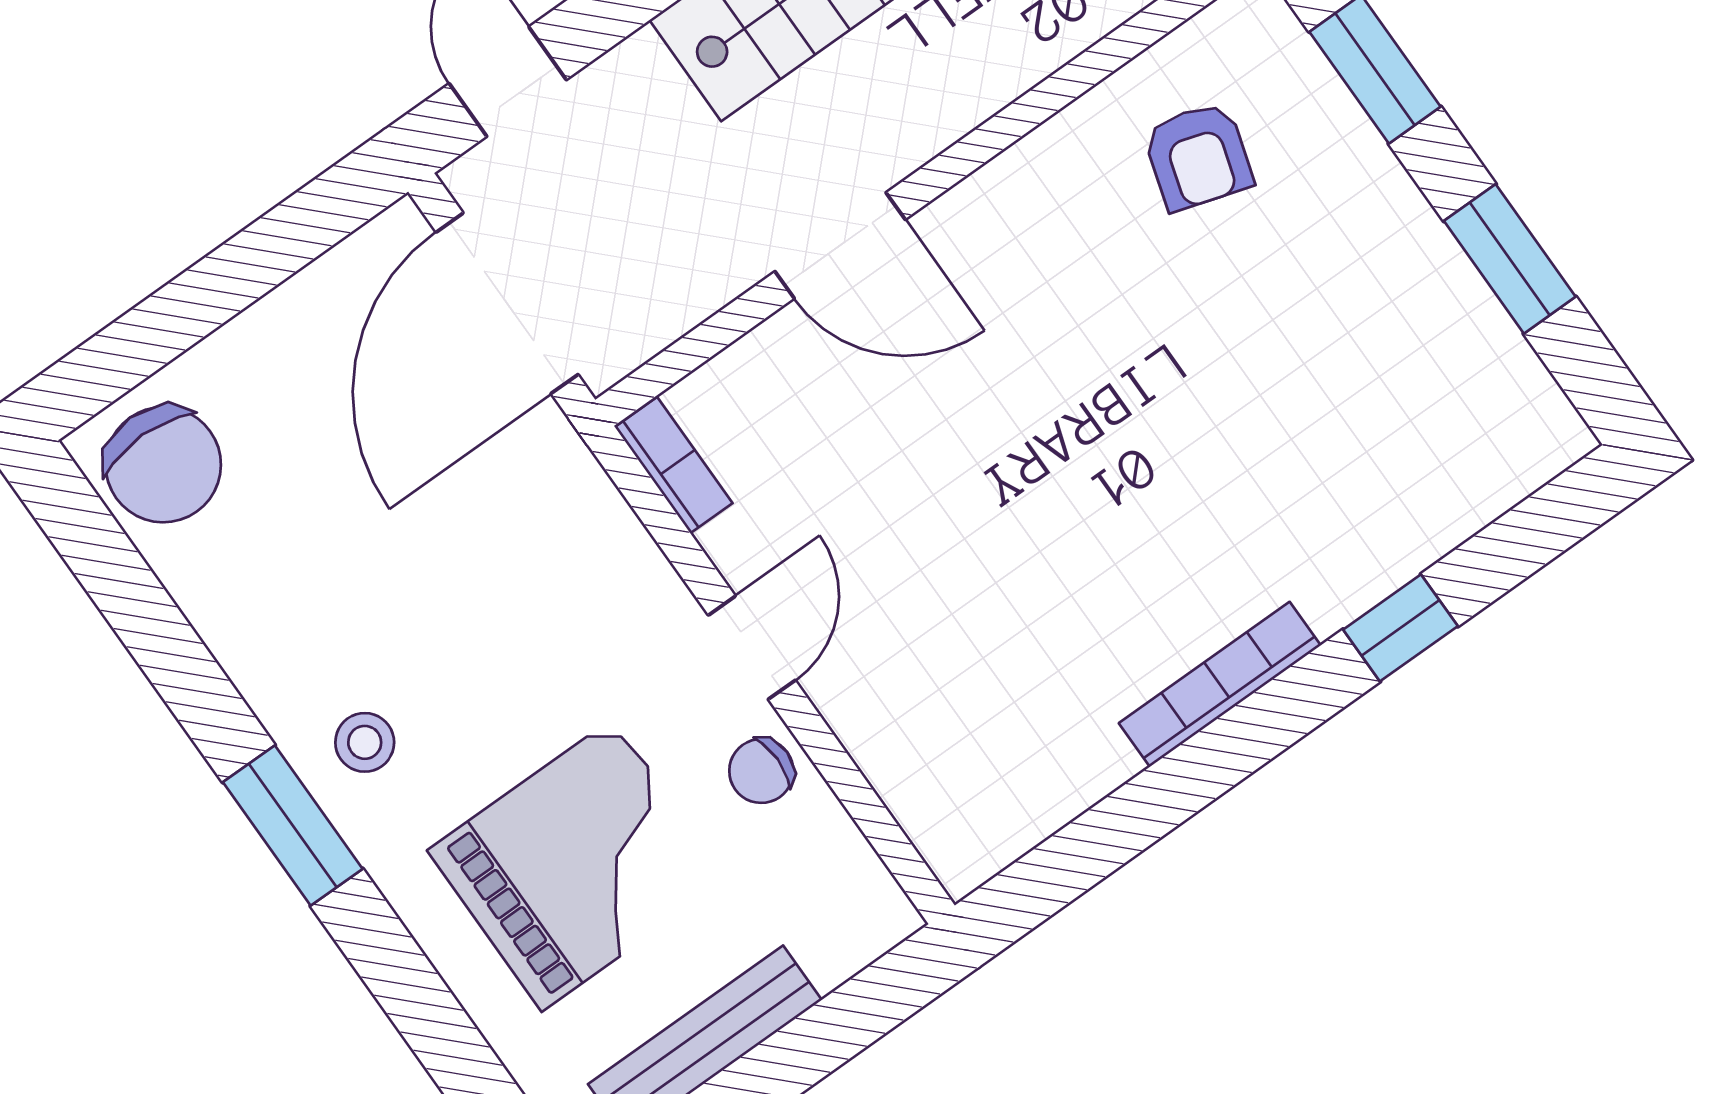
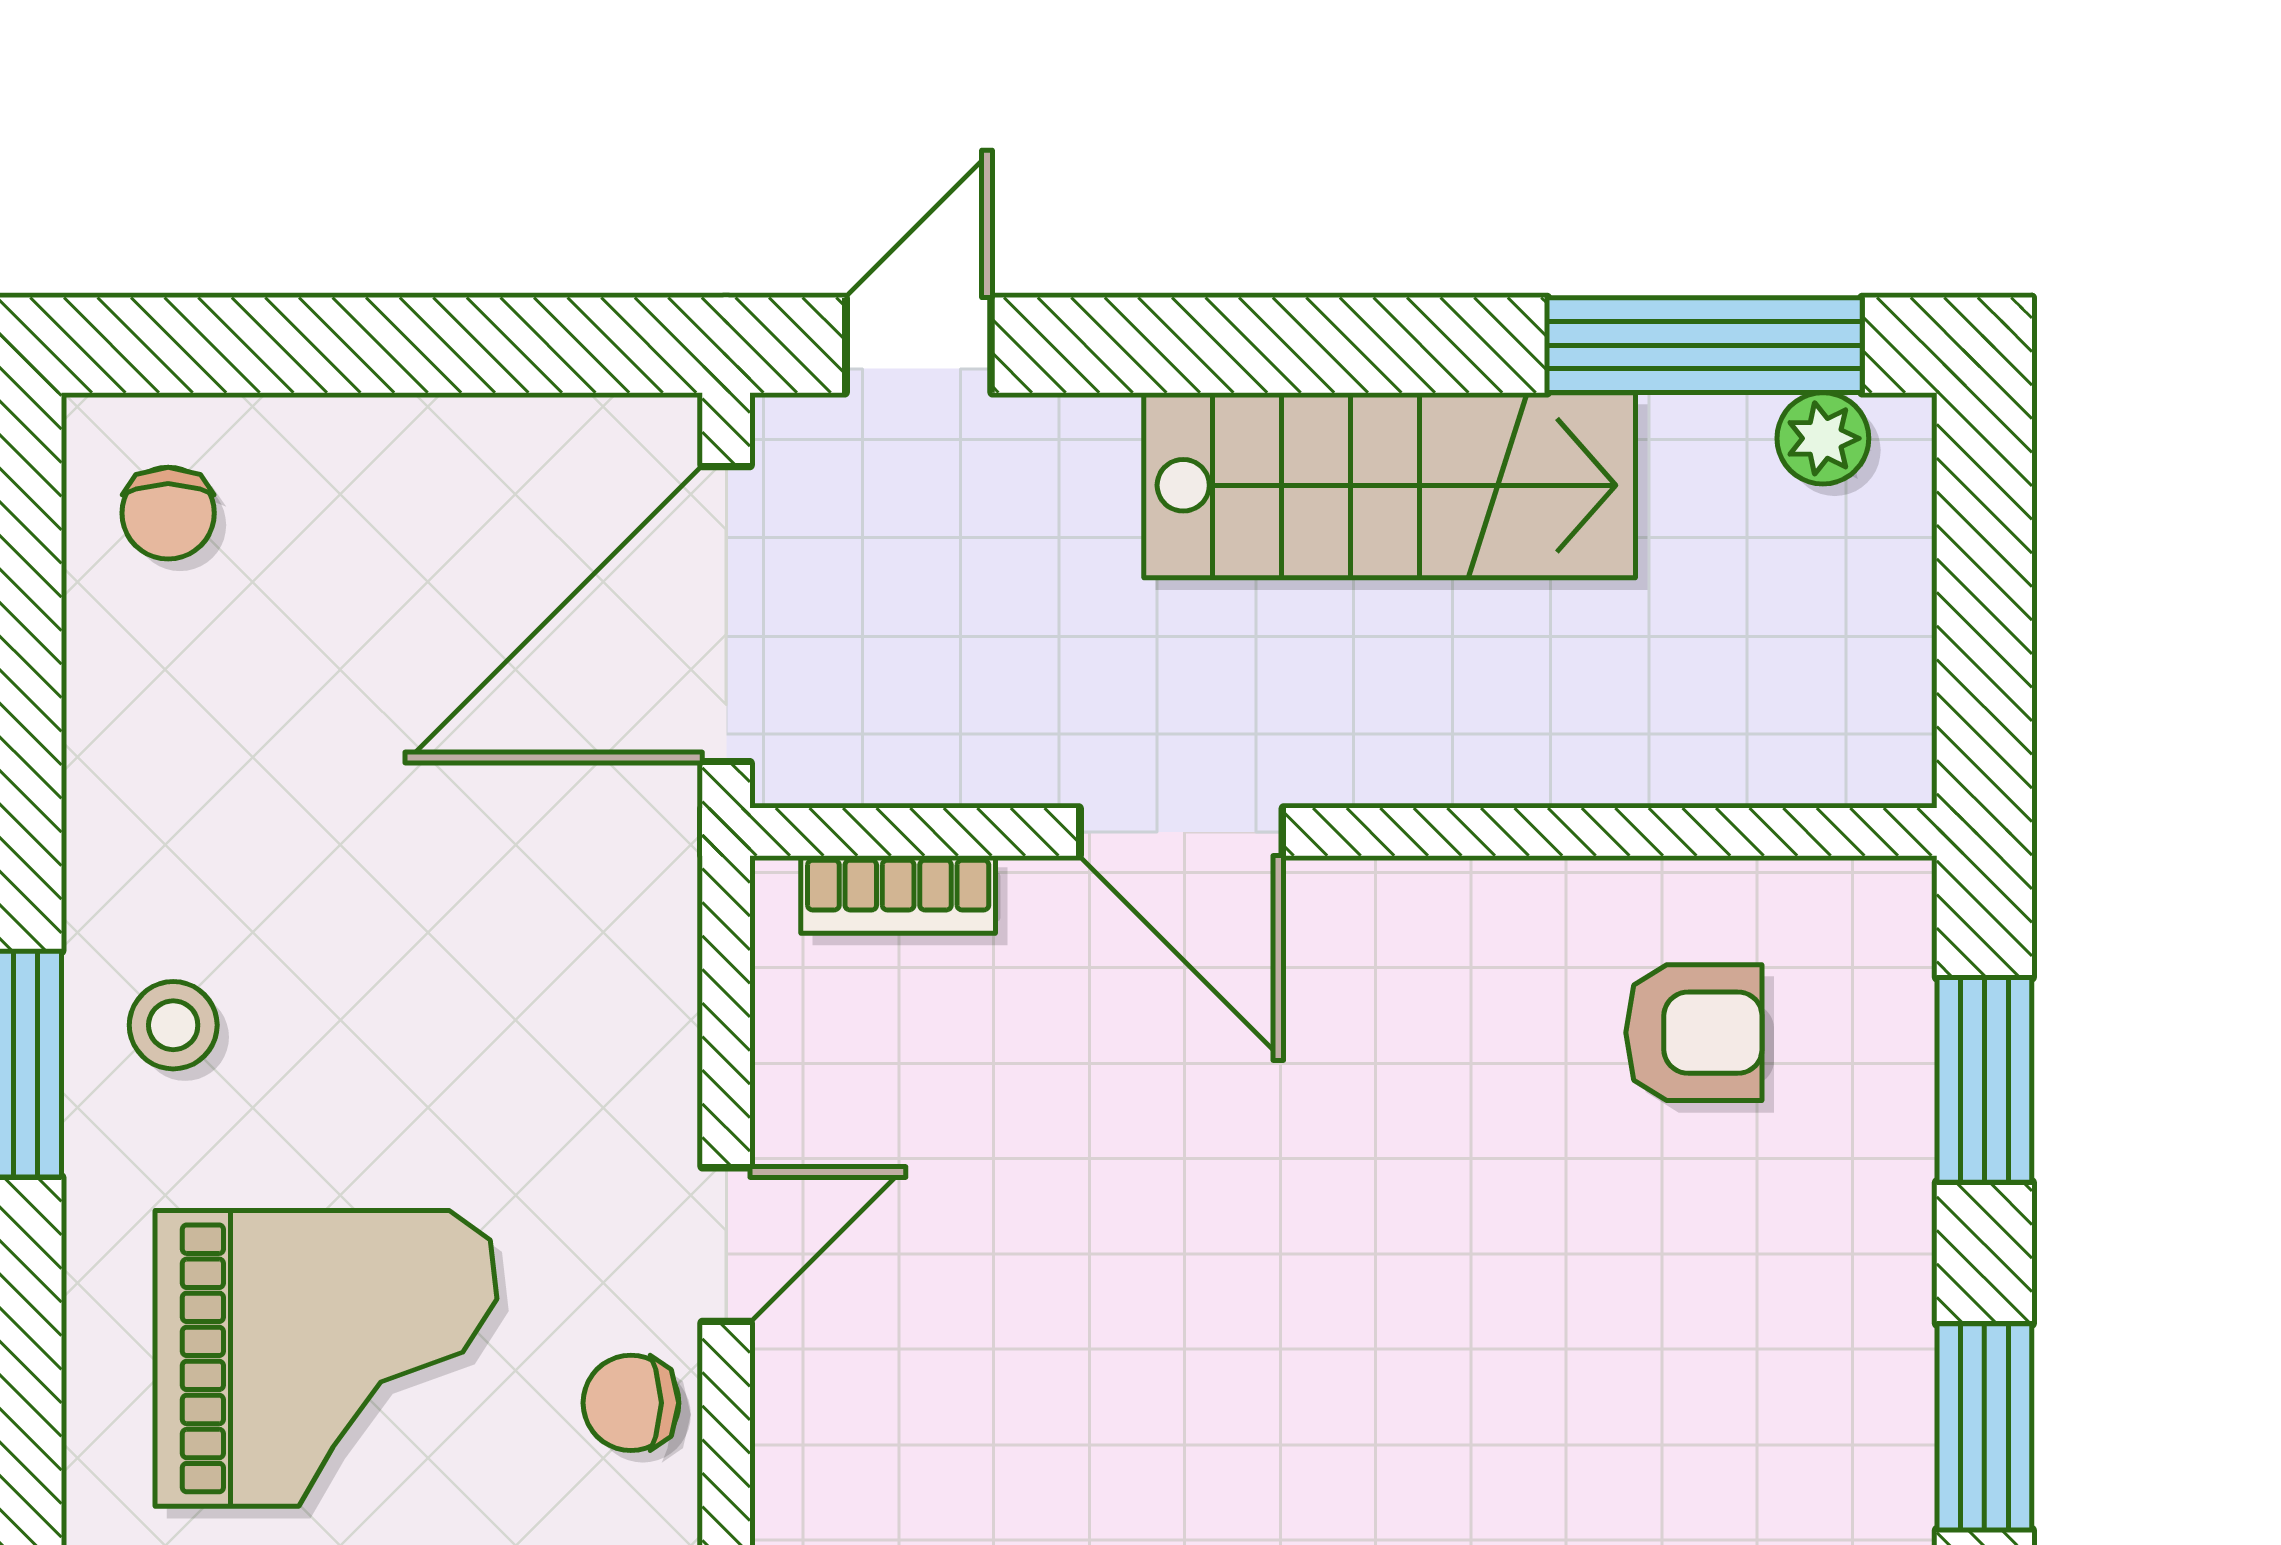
armchair: (1198, 156) -> (1694, 1033), turned -107
chair: (163, 465) -> (168, 513), width x0.54, depth x0.54
bookcase: (674, 465) -> (898, 894), moved, turned 90

